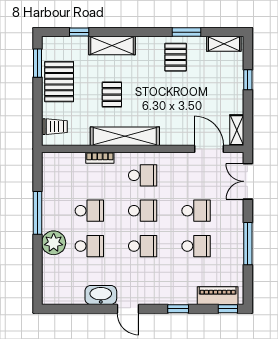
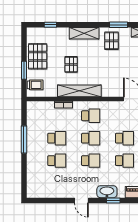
shelving: (112, 45) -> (84, 33), moved
window: (37, 63) -> (24, 70), moved
plant: (54, 243) -> (34, 159), removed
washbasin: (101, 295) -> (107, 192), moved

